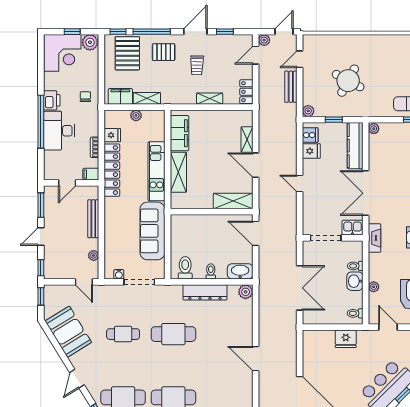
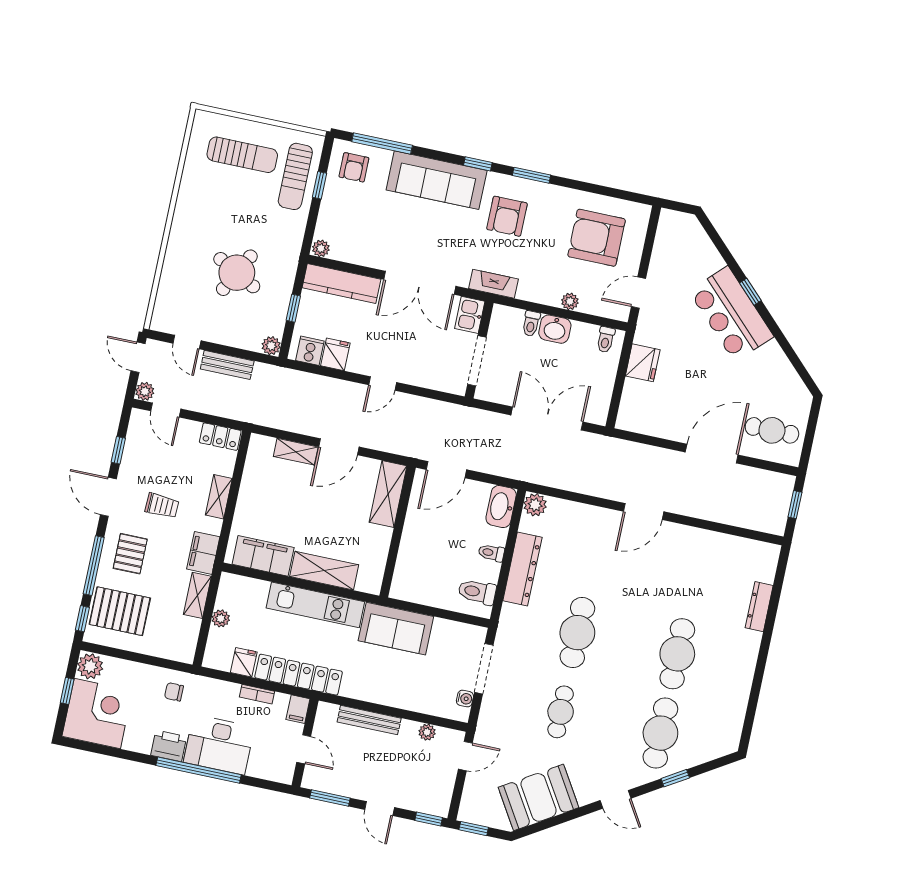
filing cabinet: (120, 96) -> (203, 553), moved
sofa: (152, 231) -> (396, 629), width x0.73

